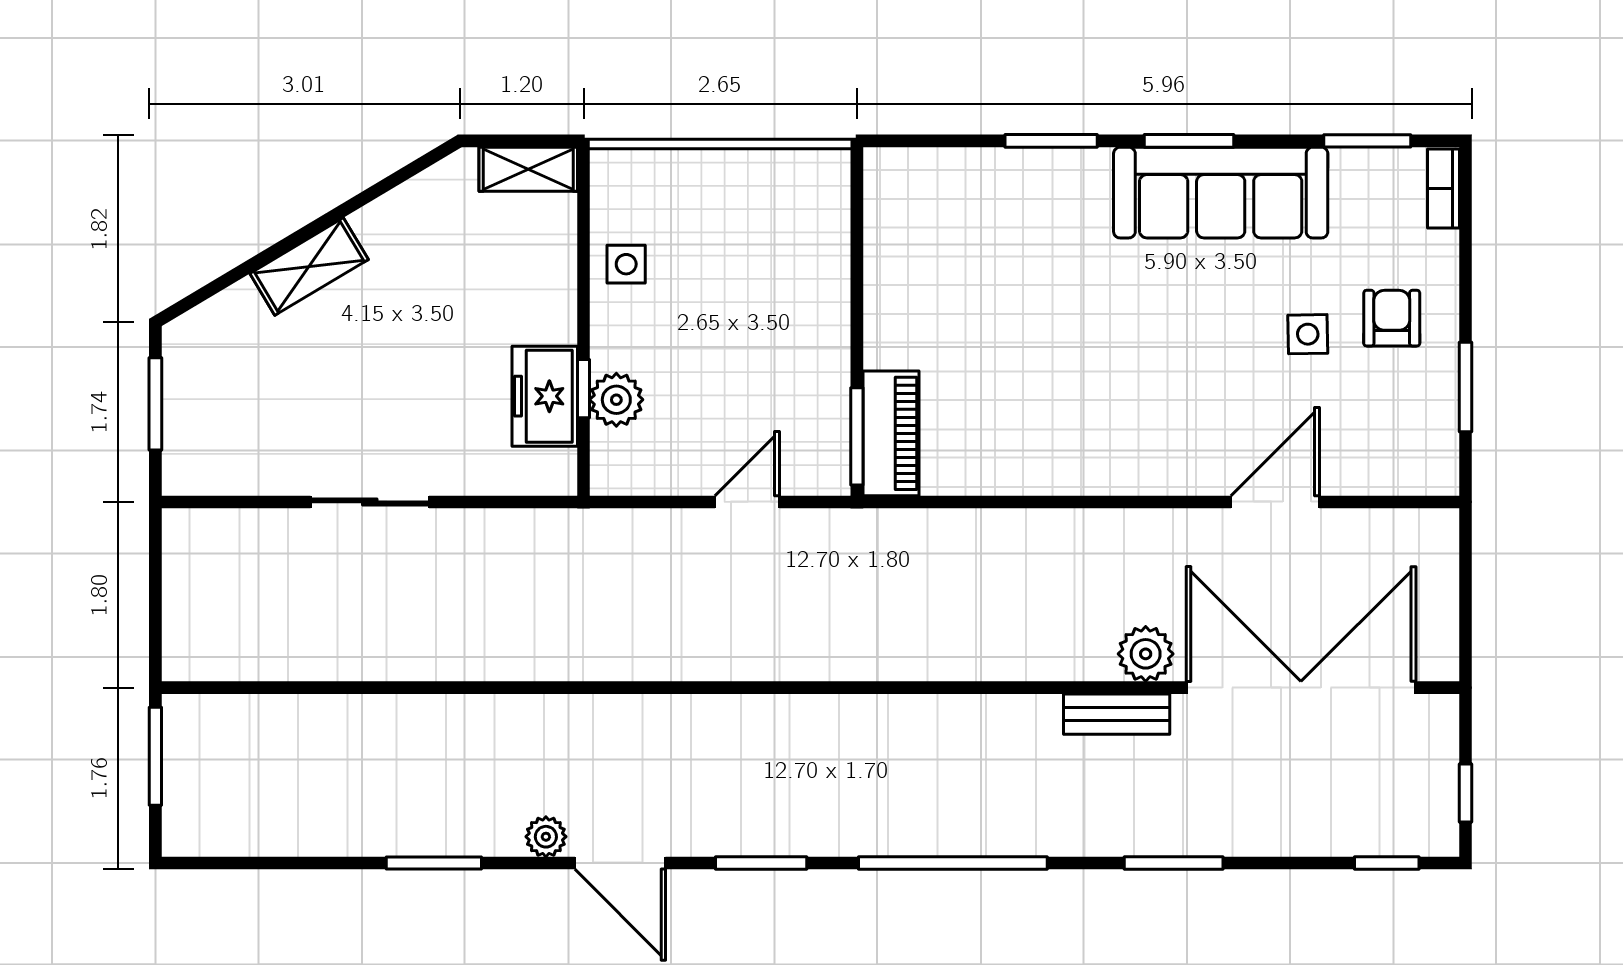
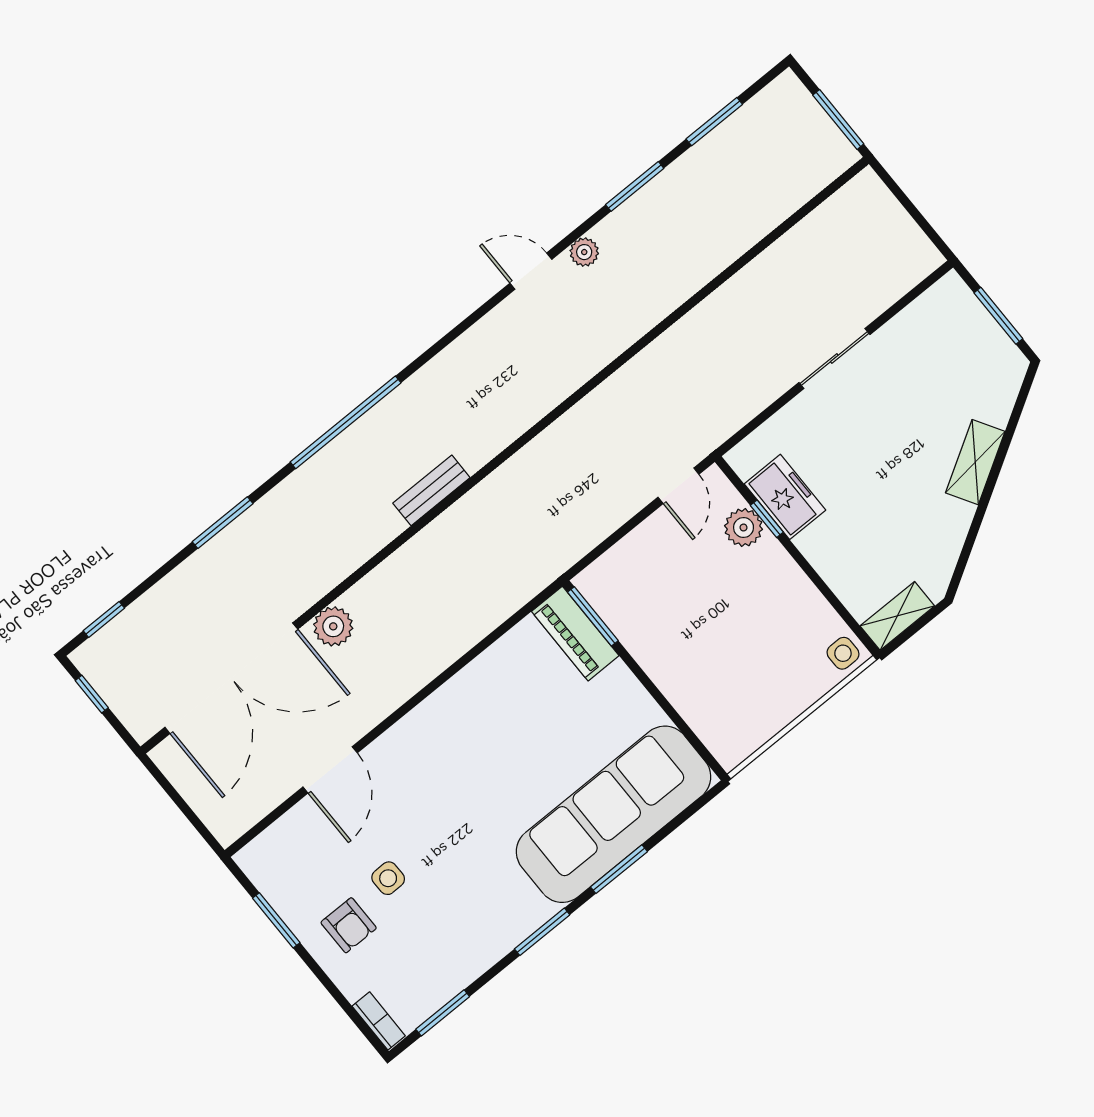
sofa: (1221, 193) -> (614, 814), moved, width x1.36, depth x1.27
side table: (626, 264) -> (843, 653), moved
door: (747, 502) -> (678, 486), moved
bench: (1117, 714) -> (431, 490), moved
door: (620, 863) -> (531, 271), width x0.73
window: (761, 863) -> (714, 122), moved

